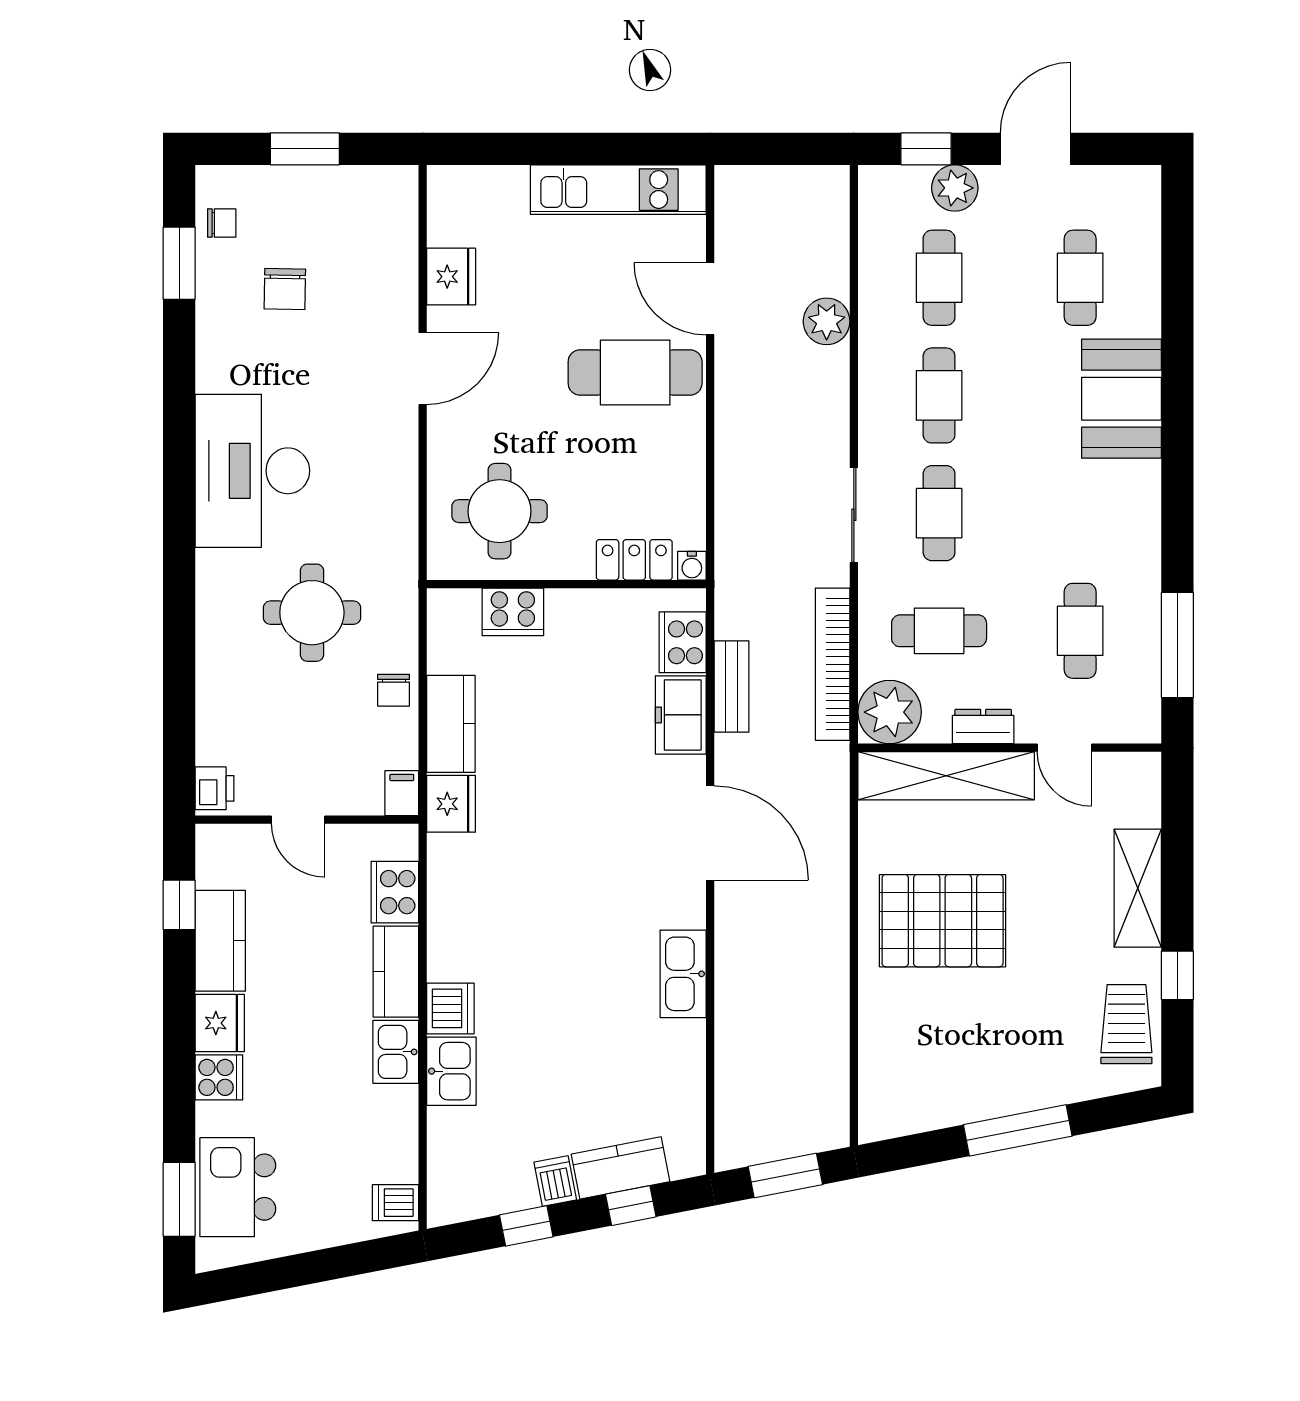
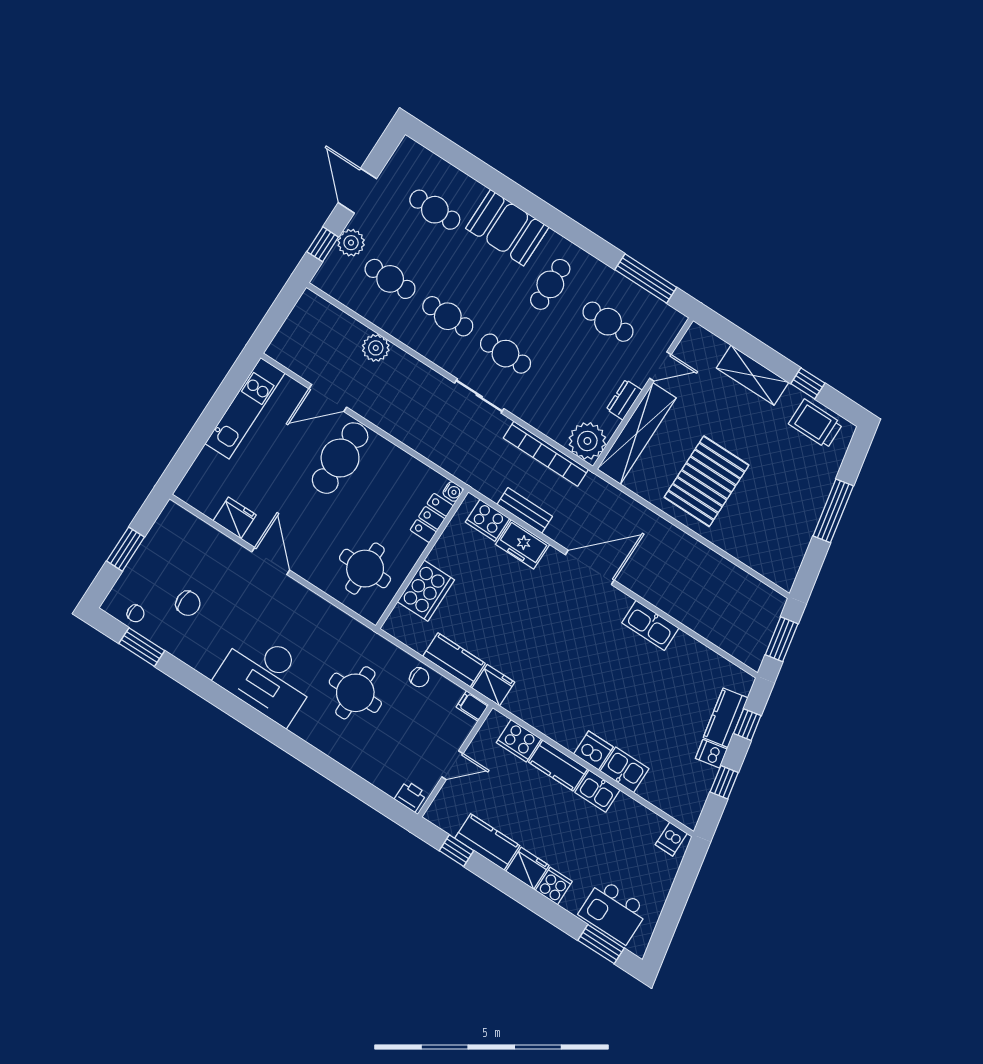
chair: (222, 223) -> (136, 613), turned 90
cooker: (513, 612) -> (426, 591), width x1.37, depth x1.31
cafe table: (939, 631) -> (550, 284), moved

